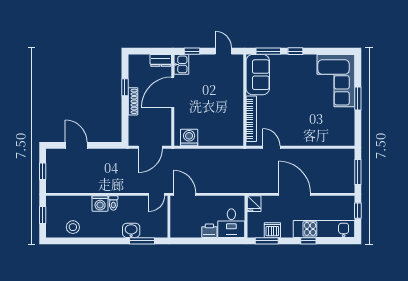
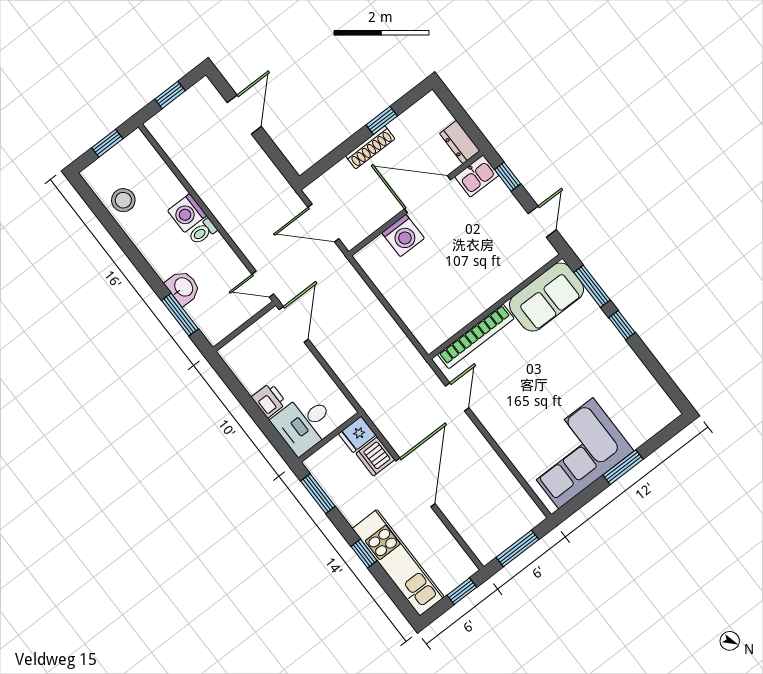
corner sofa: (336, 81) -> (576, 453), moved
washing machine: (189, 138) -> (403, 235), moved, turned 90
dishwasher: (272, 230) -> (375, 457), moved, turned 180

